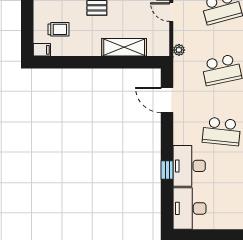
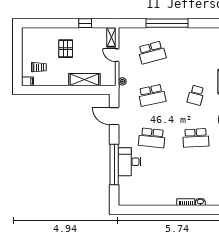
window: (167, 170) -> (114, 165), width x3.17
desk: (190, 208) -> (130, 191), removed

